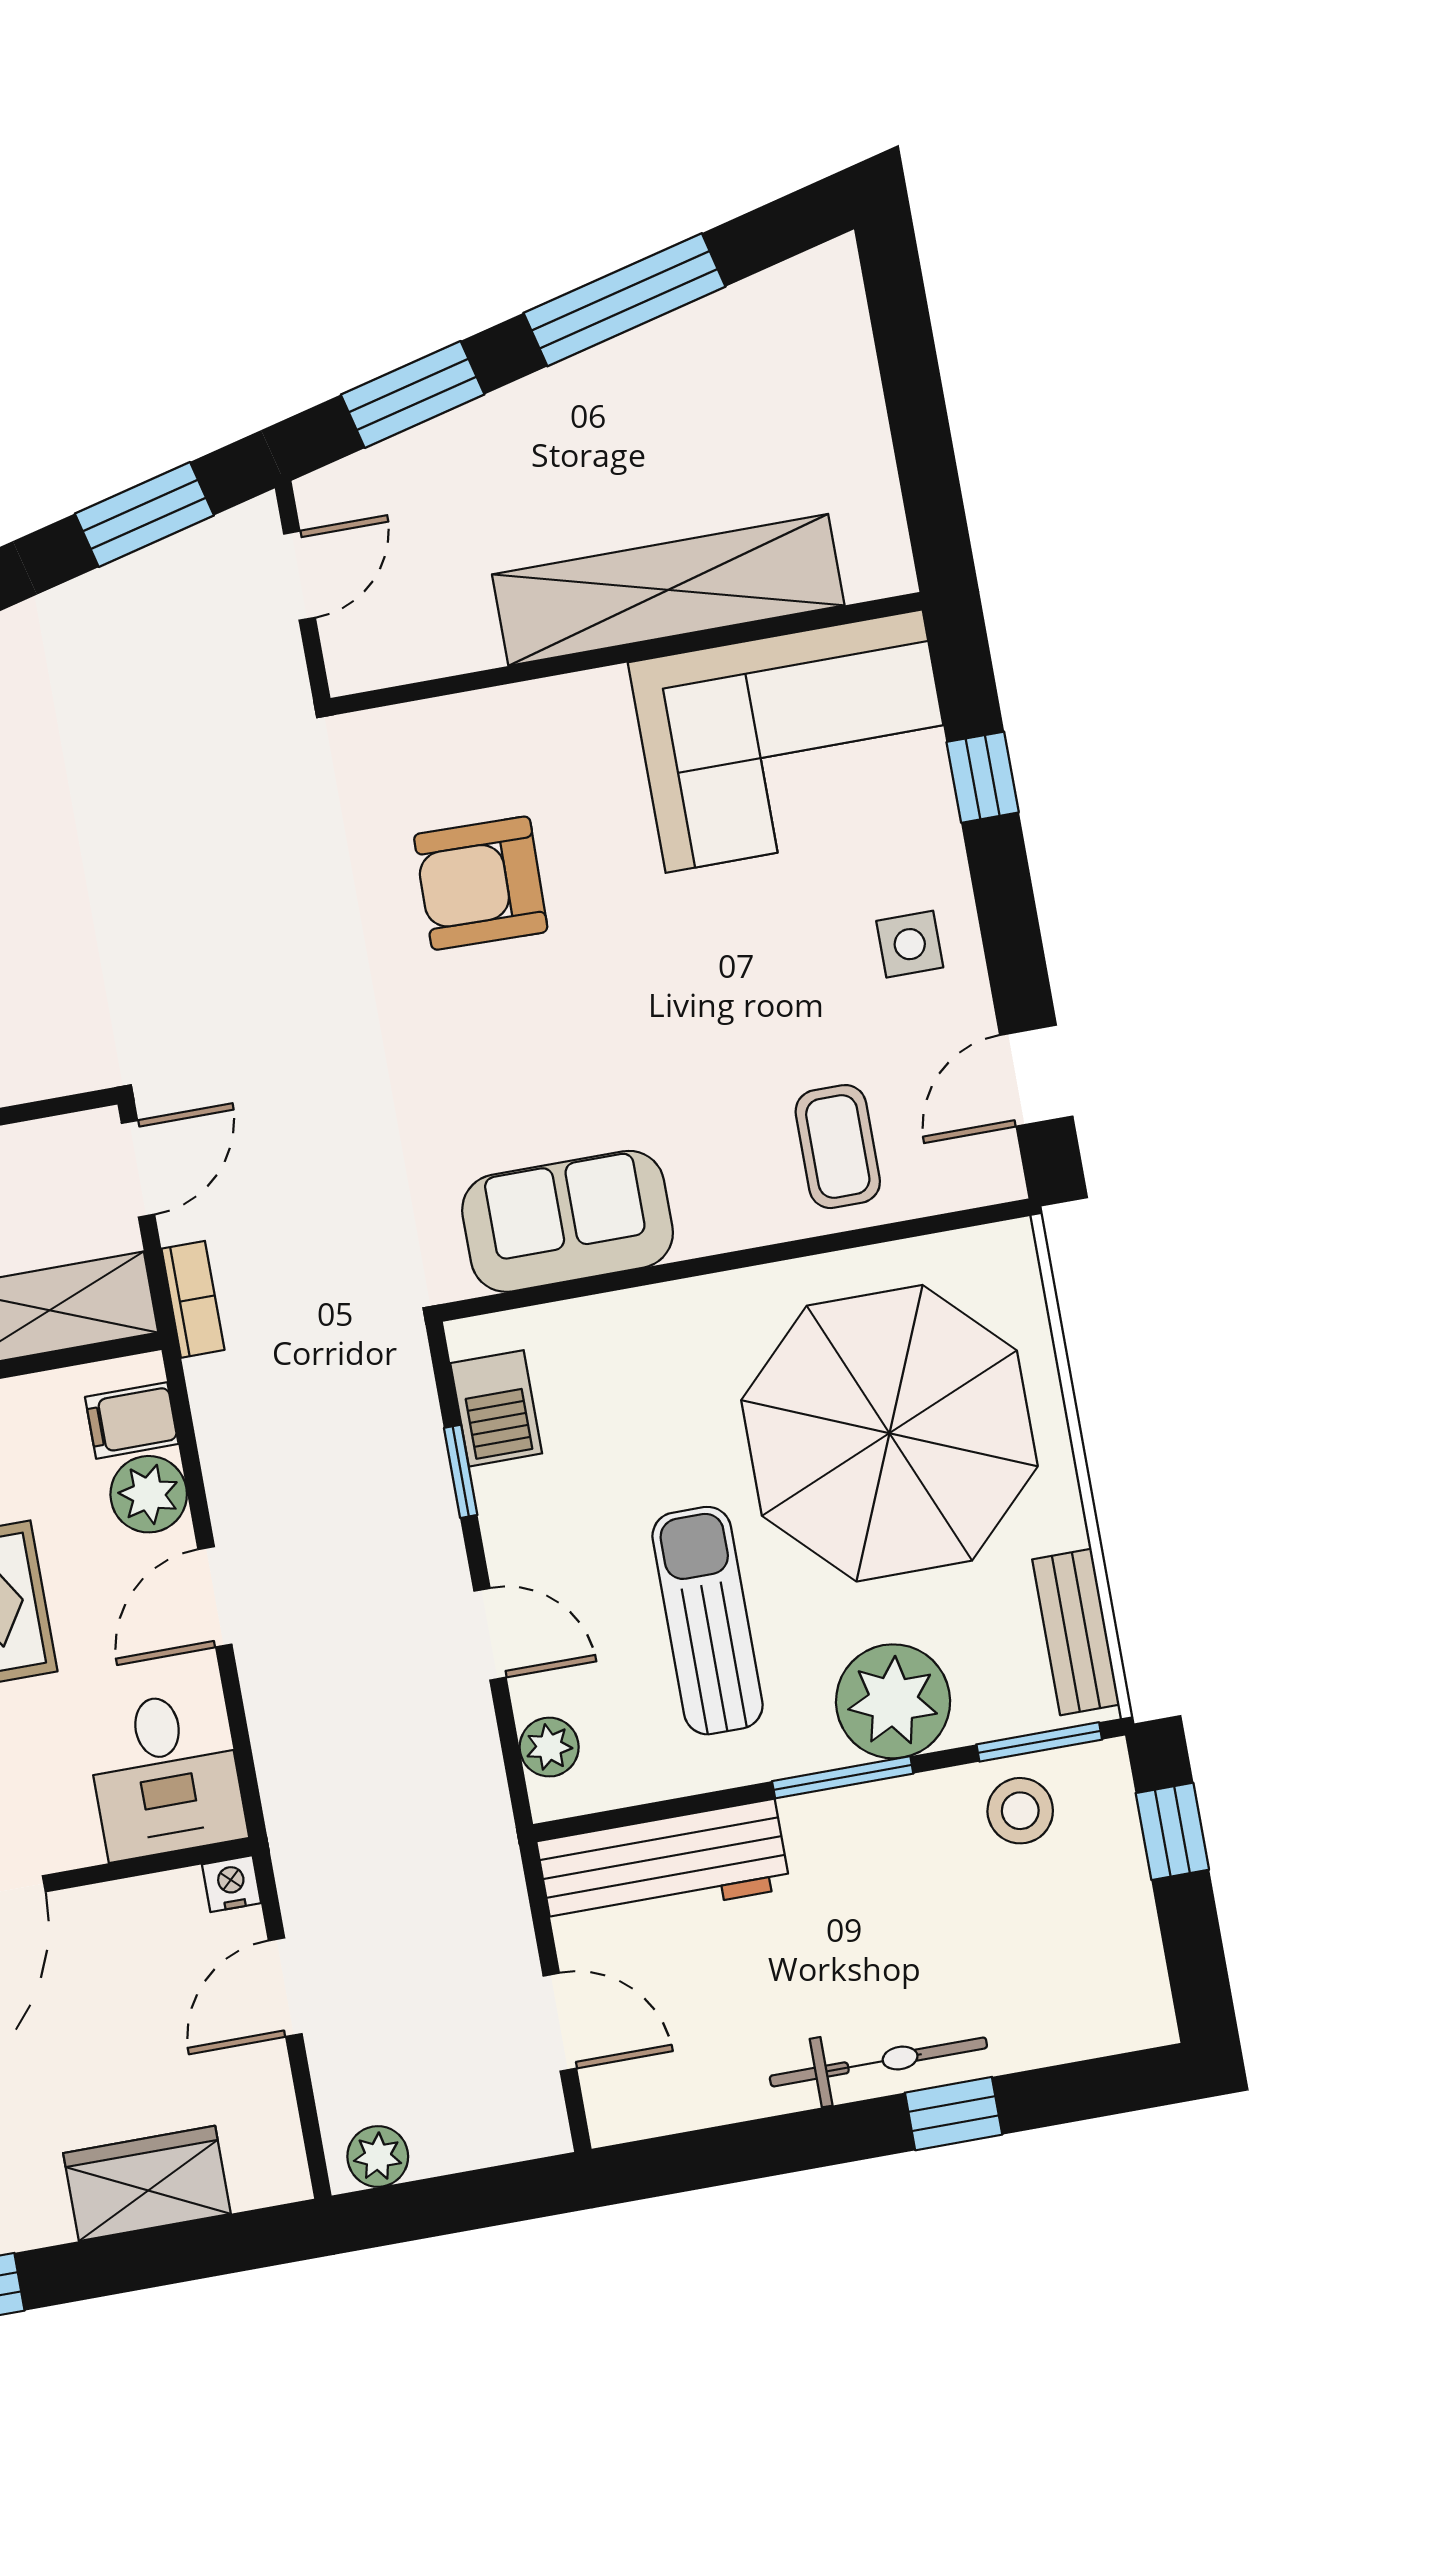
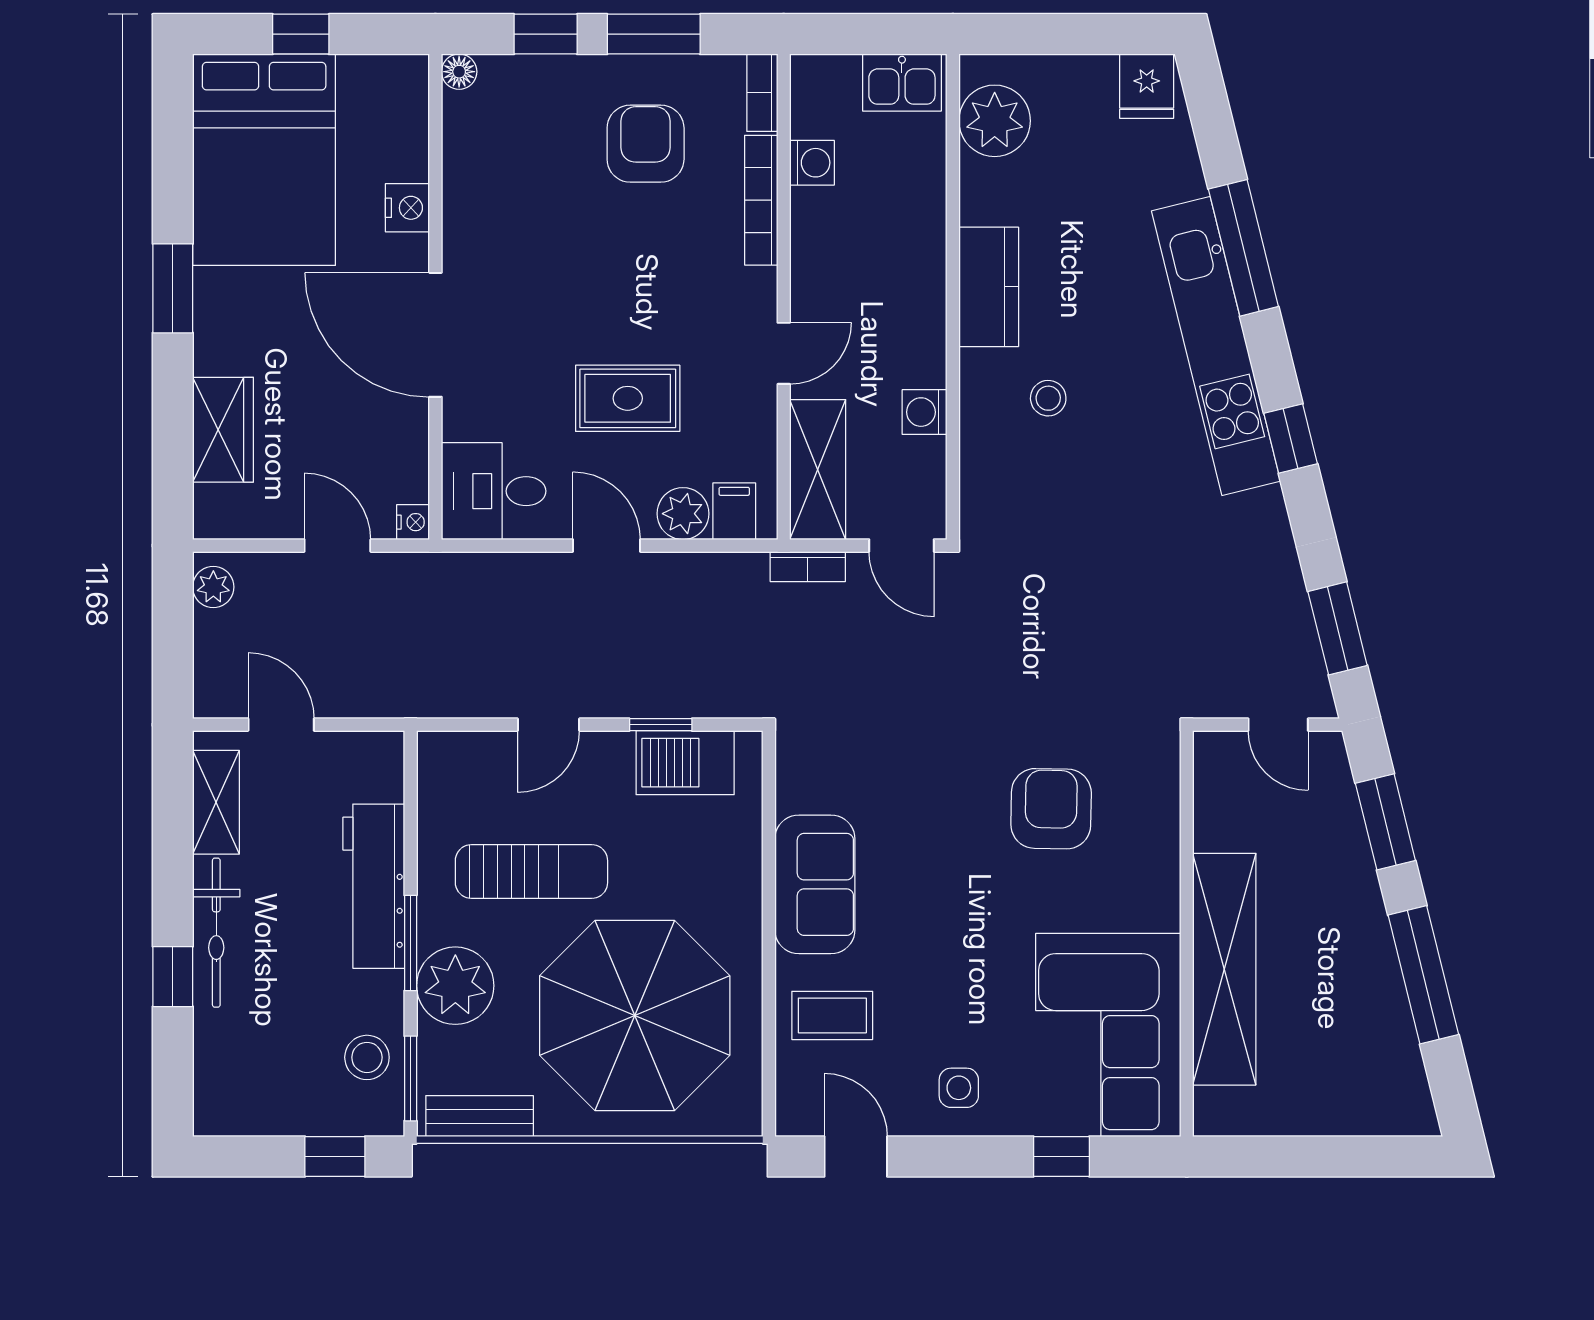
sofa: (568, 1221) -> (815, 884), moved
barbecue: (496, 1408) -> (685, 763), width x1.38, depth x1.27
plant: (549, 1747) -> (466, 751), removed
workbench: (663, 1865) -> (374, 886), moved
door: (560, 2022) -> (281, 725), swing flipped
shelving: (689, 2096) -> (216, 802), added

